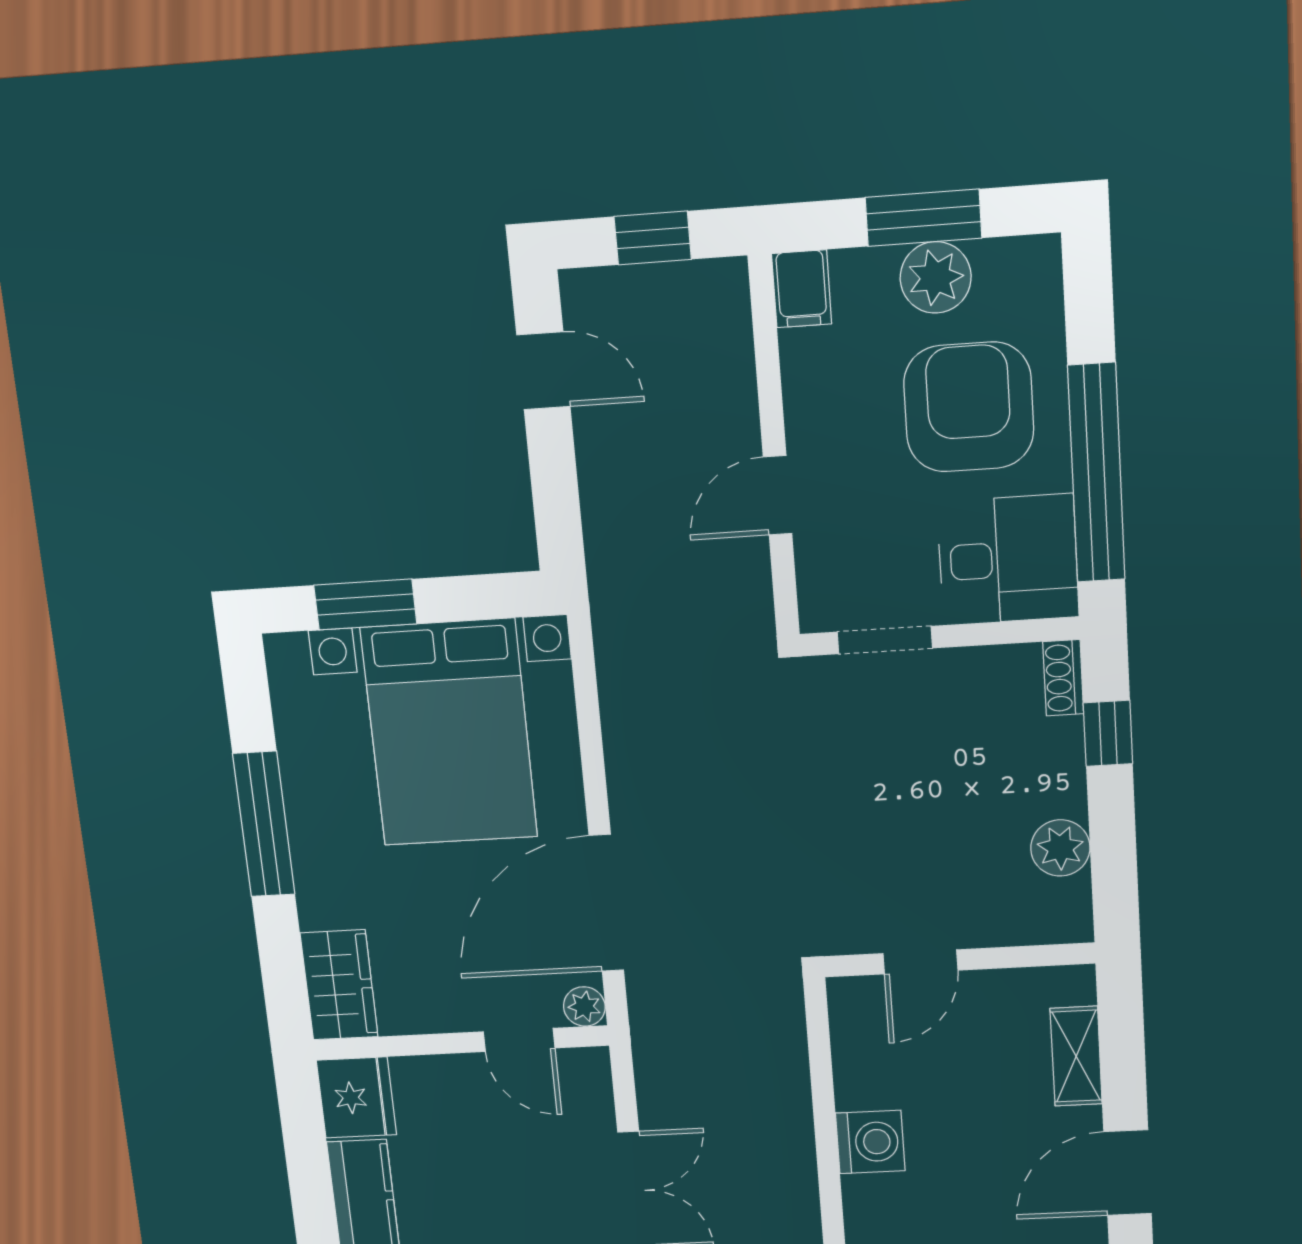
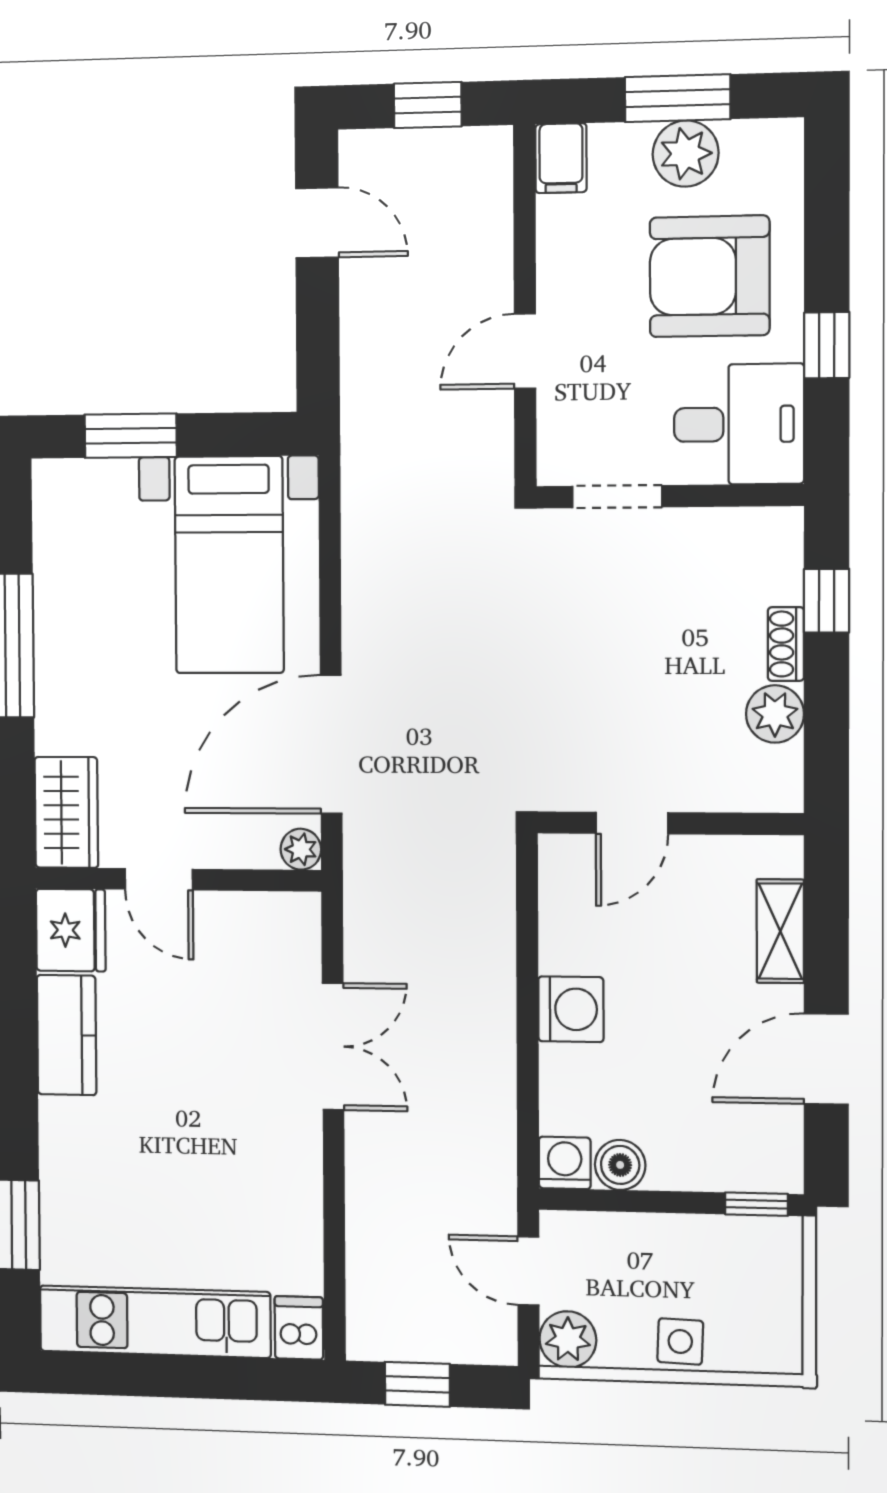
armchair: (969, 407) -> (710, 276), turned -90
window: (1096, 473) -> (827, 345), width x0.32
shoe rack: (1063, 678) -> (786, 644), moved
bed with nightstands: (449, 733) -> (229, 565), width x0.73
door: (519, 1040) -> (159, 879), moved

